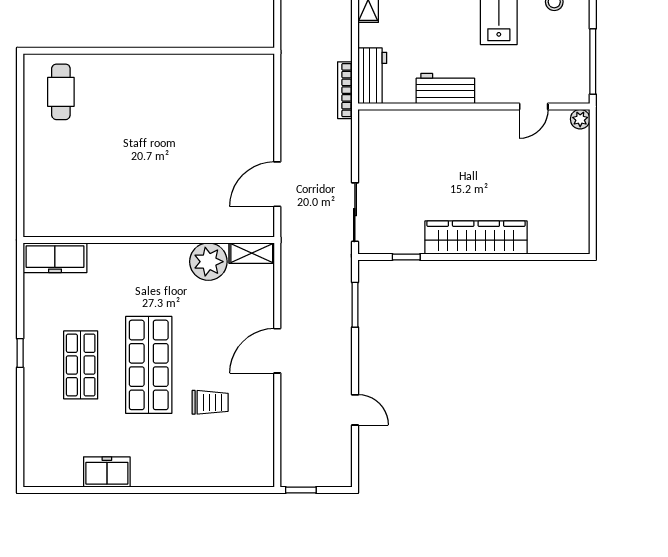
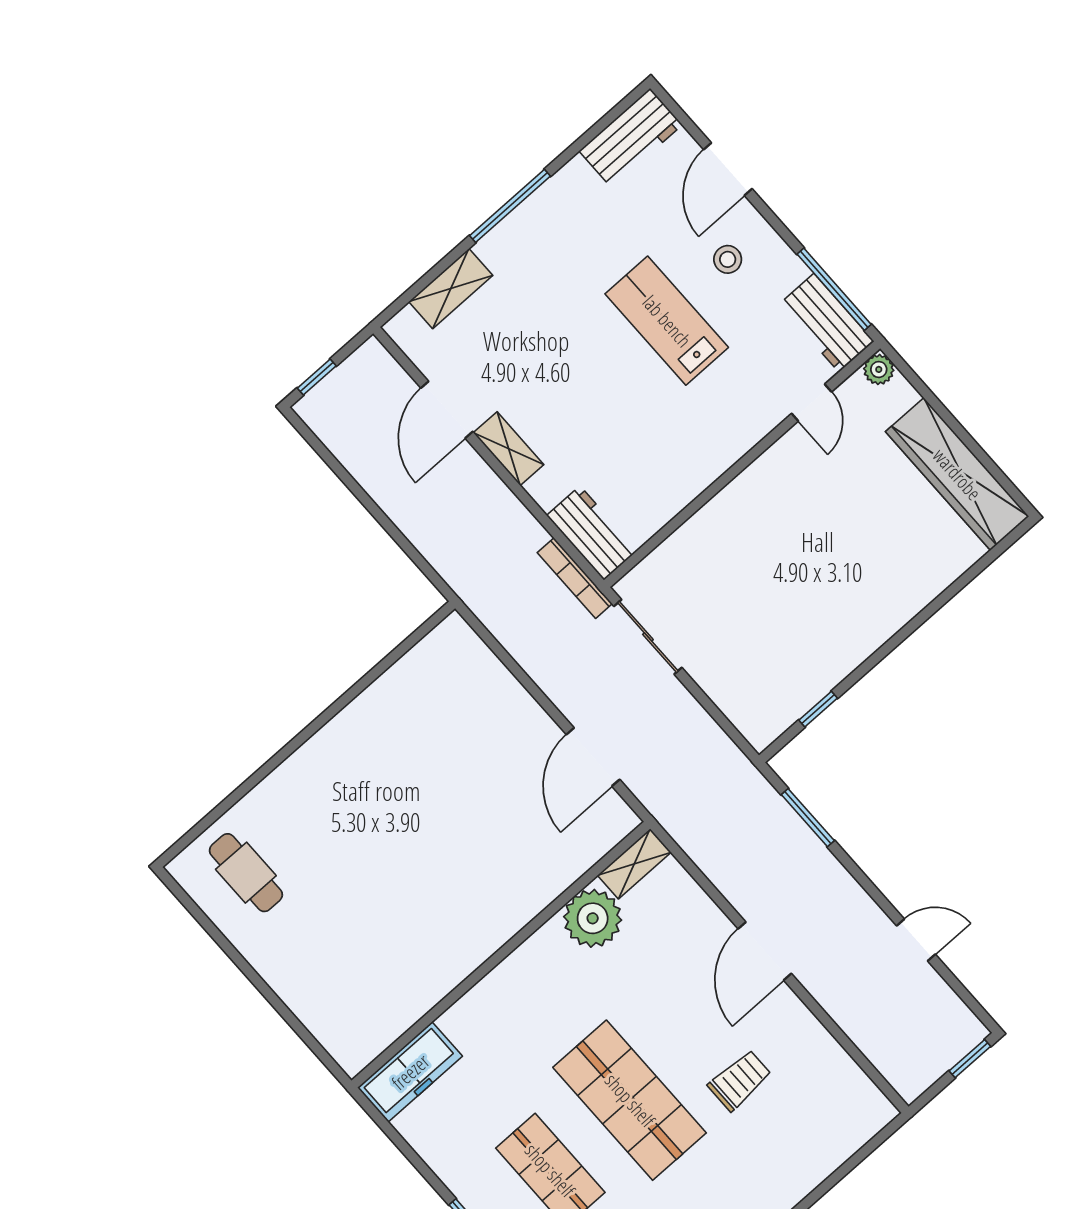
workbench: (445, 89) -> (826, 323), moved, turned -90
sliding door: (355, 212) -> (648, 637), moved
wardrobe: (476, 238) -> (957, 474), moved, turned -90
window: (301, 490) -> (970, 1059), moved

